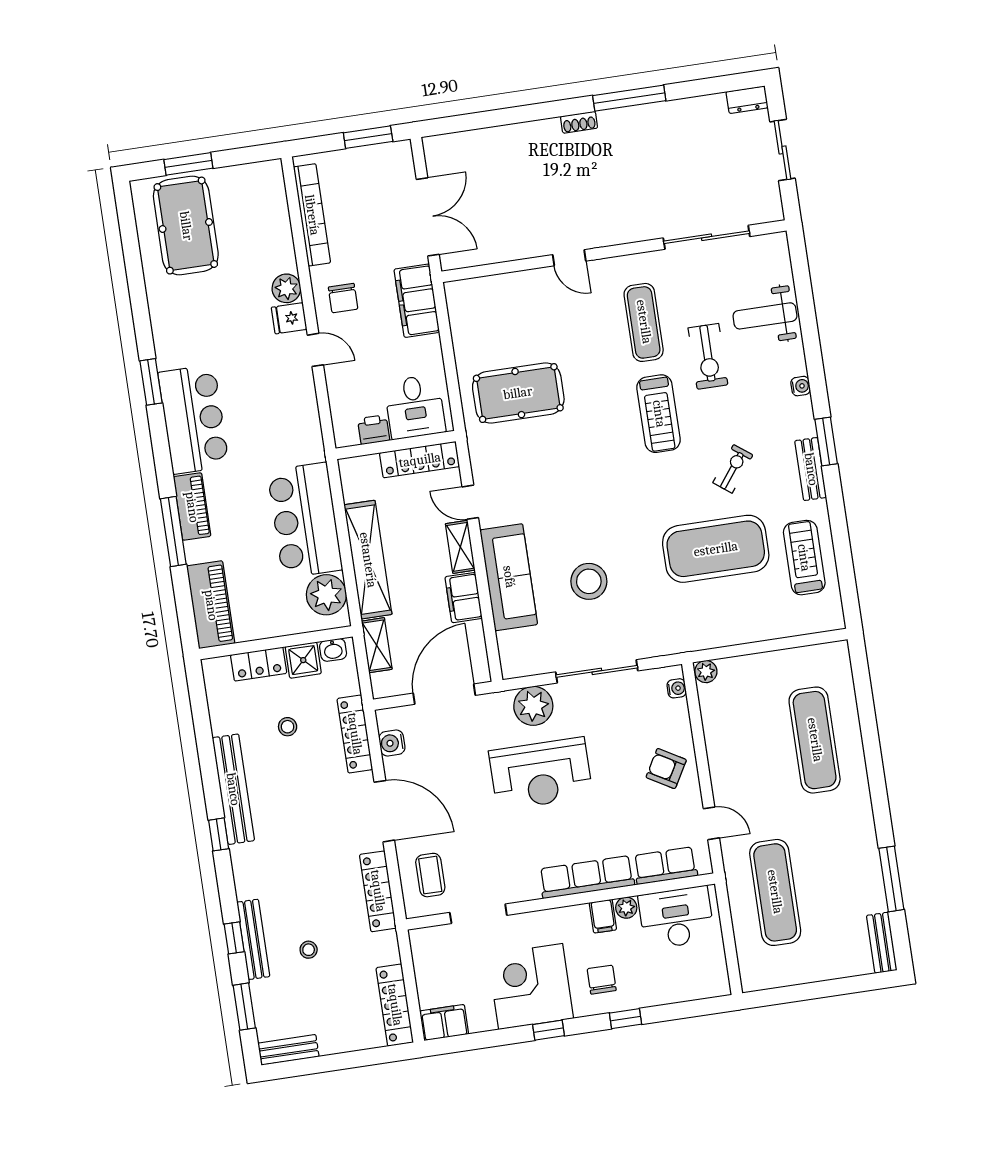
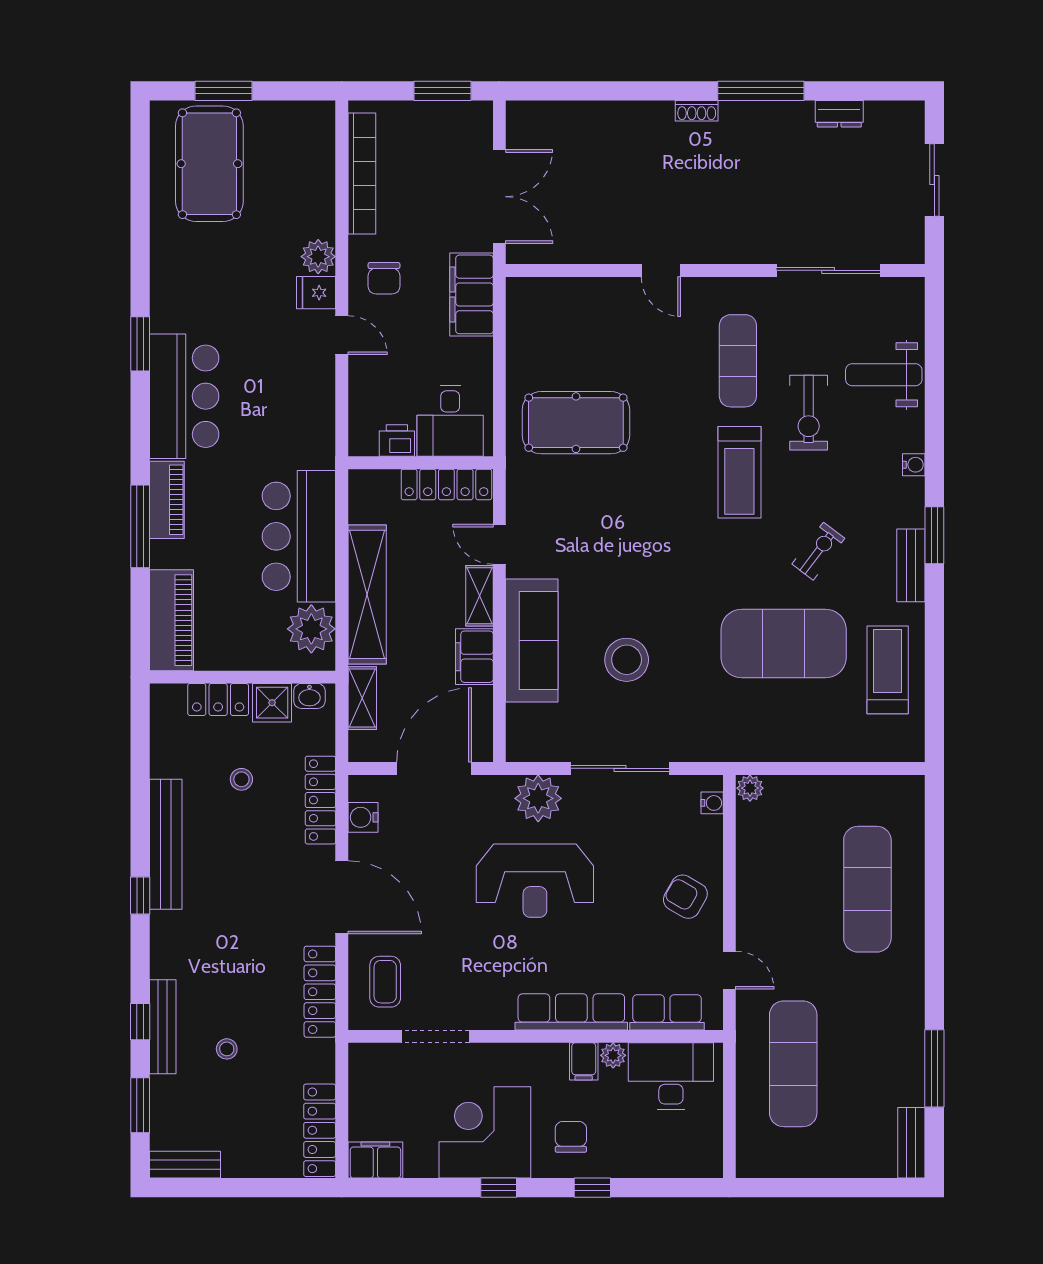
dresser: (747, 100) -> (839, 114), moved

